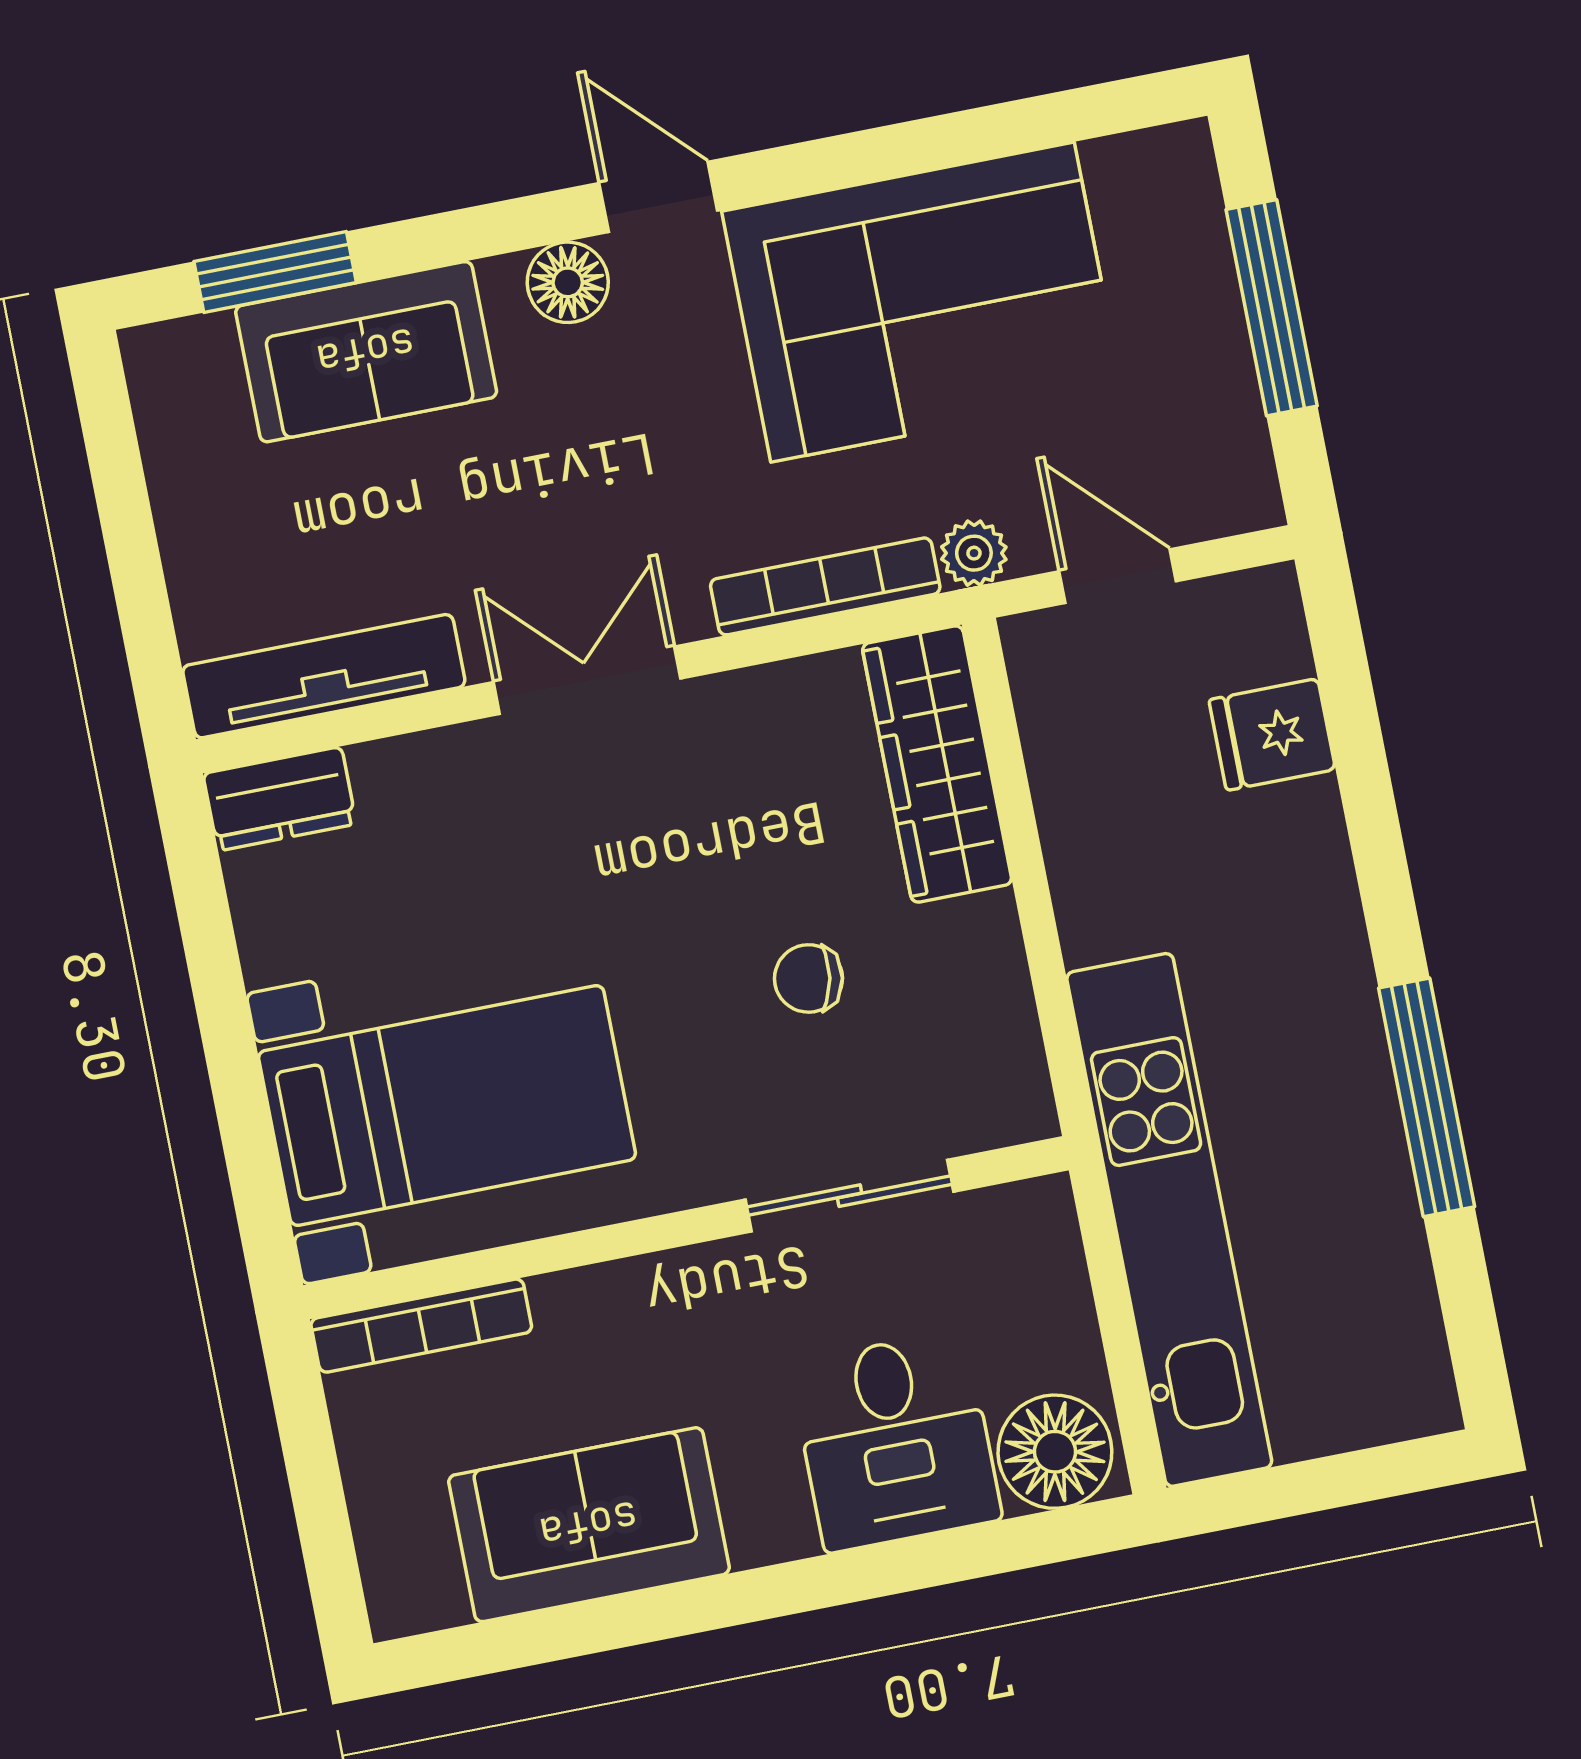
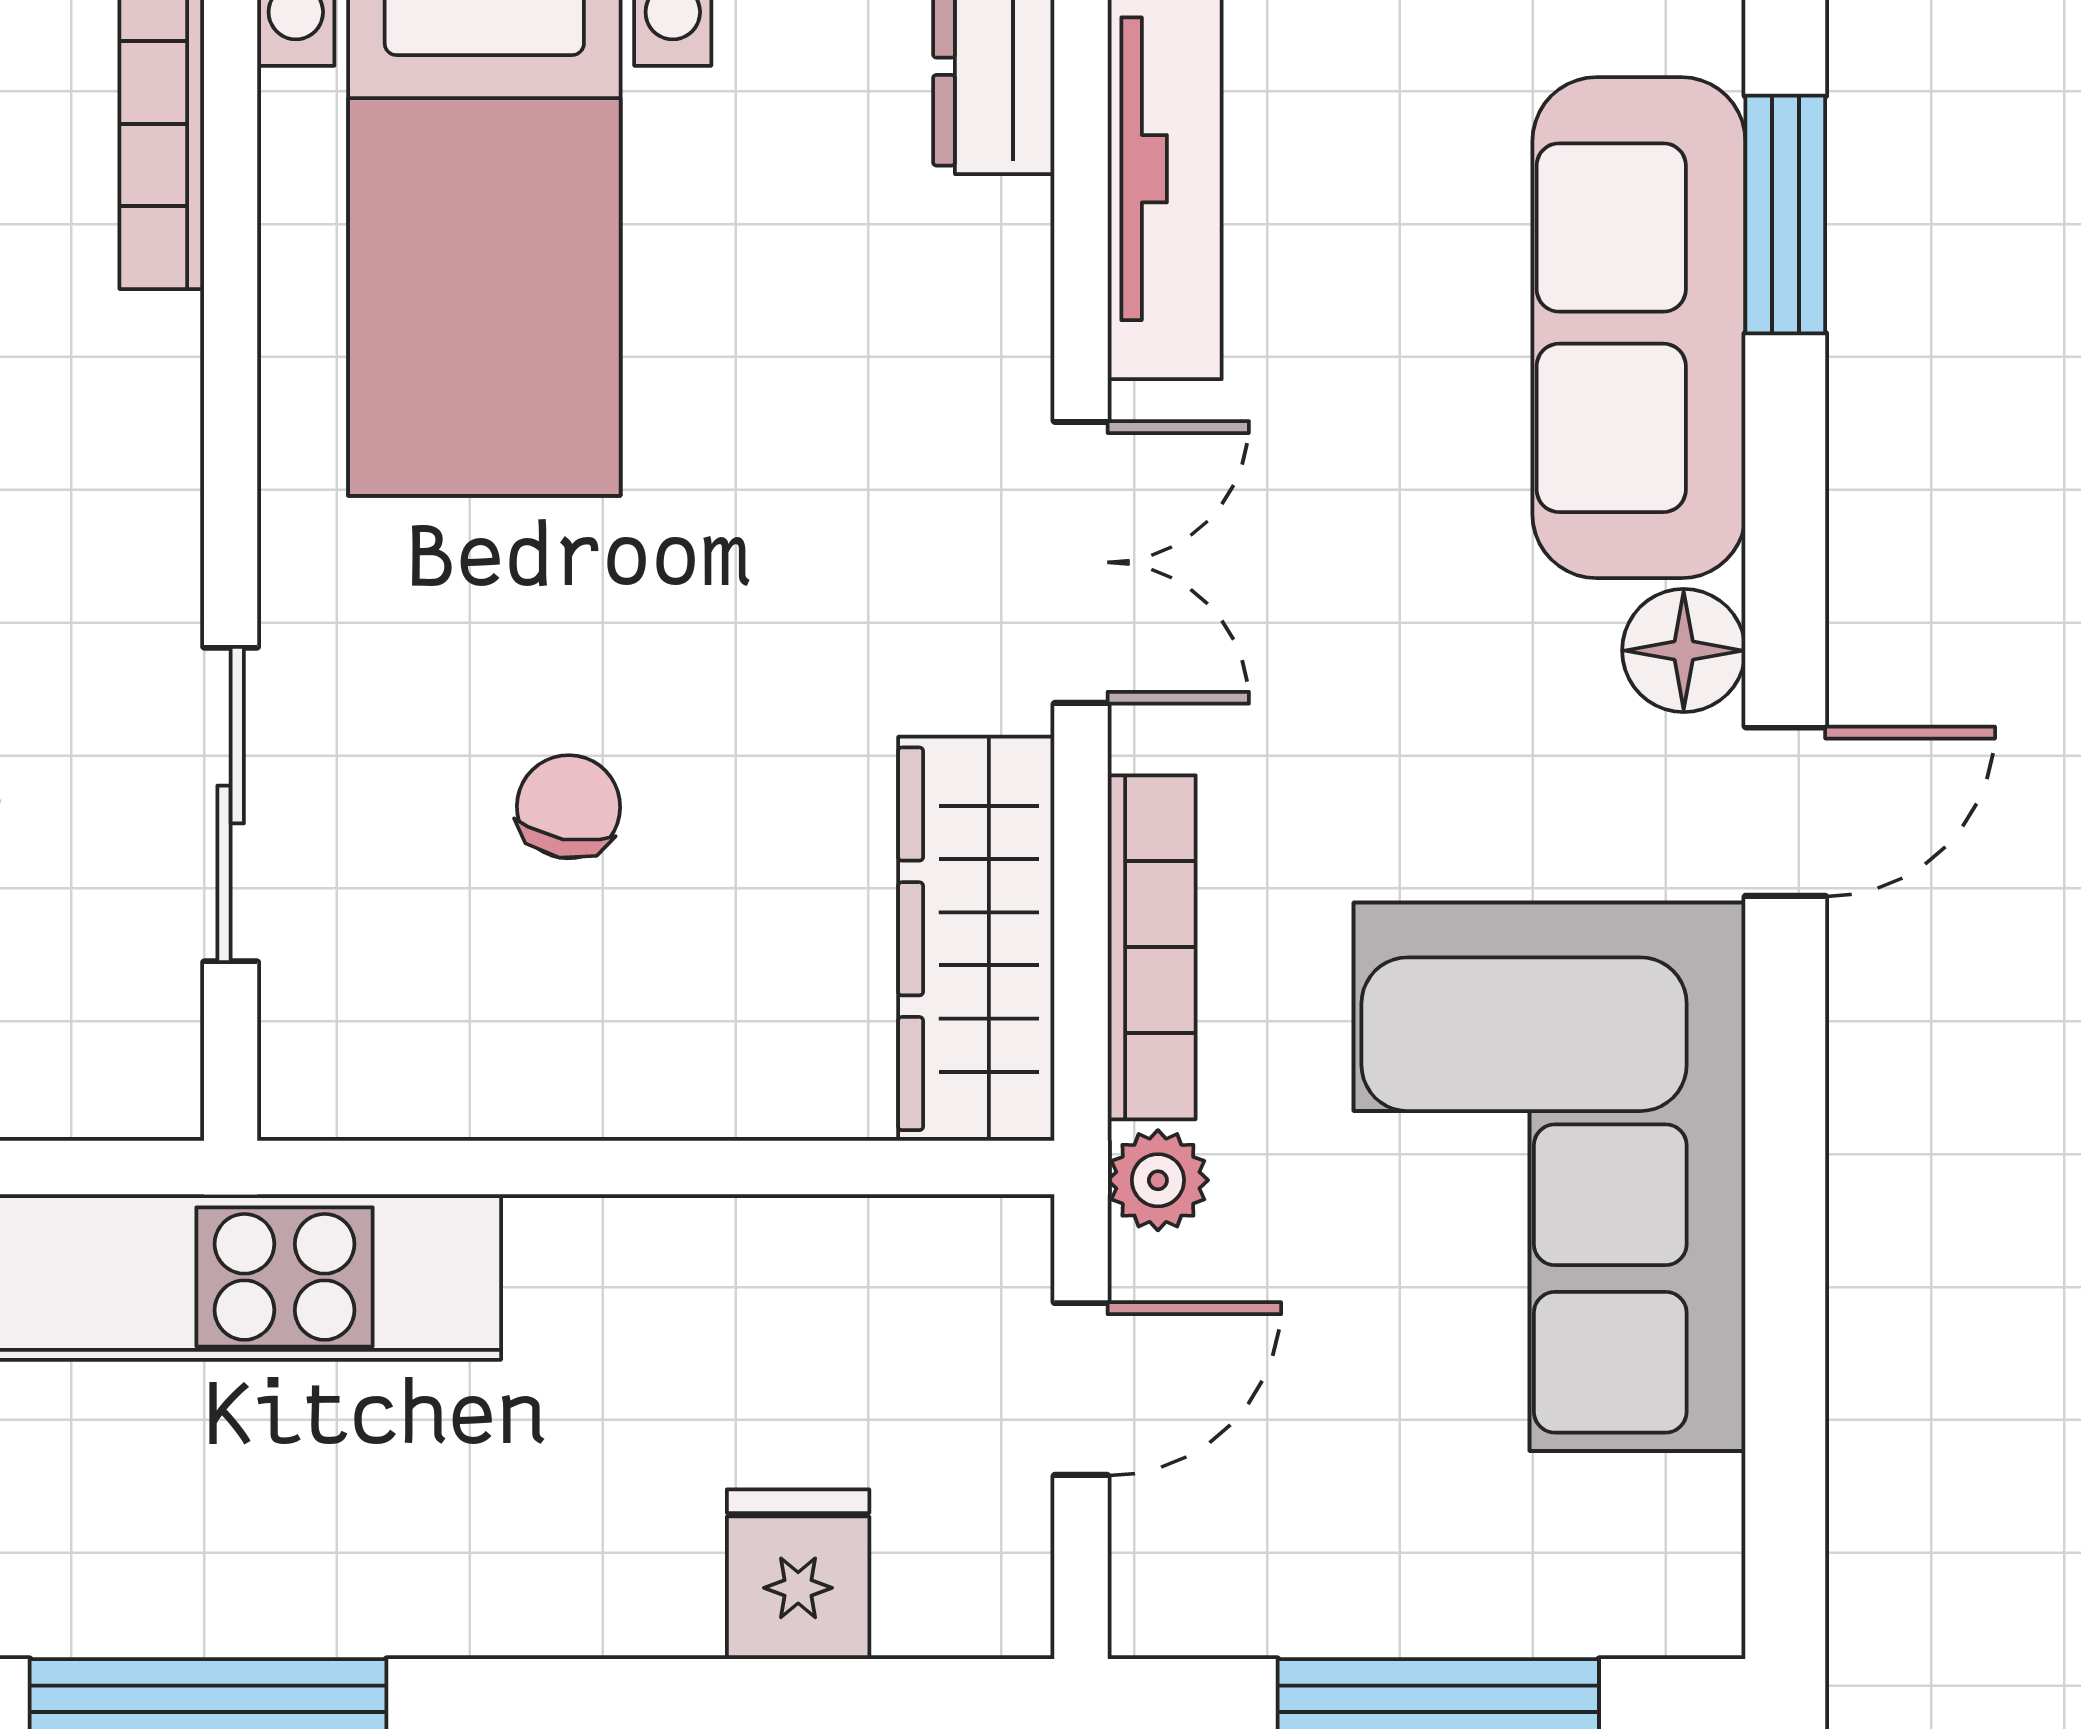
sofa: (366, 352) -> (1639, 328), width x1.36
wardrobe: (937, 764) -> (976, 939), moved, turned -90

